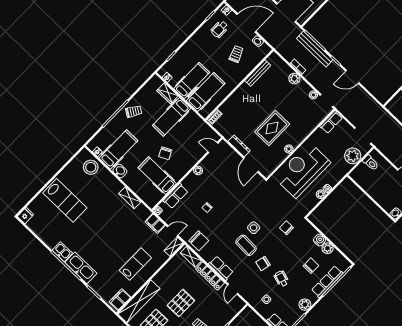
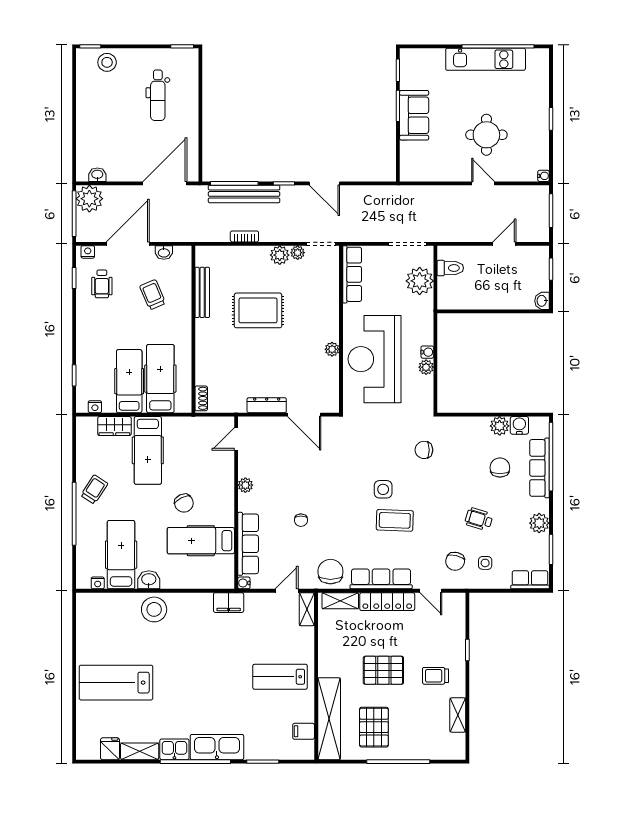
door: (352, 77) -> (324, 183), hinge flipped
plant: (294, 79) -> (280, 255), moved
row of seats: (331, 122) -> (352, 274), width x1.48
rug: (272, 128) -> (258, 310), moved, turned 90
stool: (91, 167) -> (154, 609), moved
row of seats: (176, 196) -> (248, 544), width x1.48
shelving: (130, 198) -> (140, 751), moved
lab bench: (65, 200) -> (116, 683), turned 180
fridge: (25, 216) -> (110, 749), moved
filing cabinet: (155, 223) -> (229, 603), moved
water cooler: (320, 240) -> (519, 425), moved
chair: (199, 241) -> (330, 572), turned -90
chair: (263, 263) -> (455, 561), moved
lab bench: (135, 264) -> (280, 677), turned -90
row of seats: (221, 268) -> (381, 579), width x1.48
filing cabinet: (120, 300) -> (304, 731), width x0.50
pallet: (181, 303) -> (383, 670), turned 90

